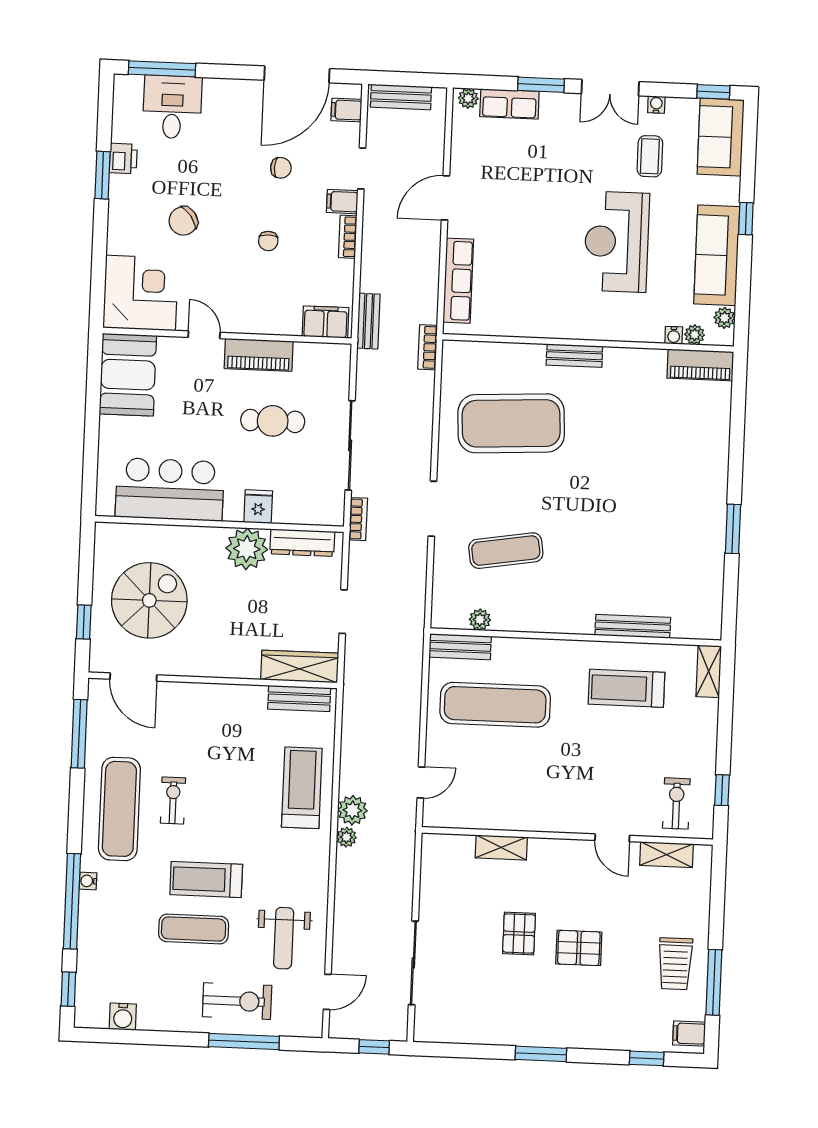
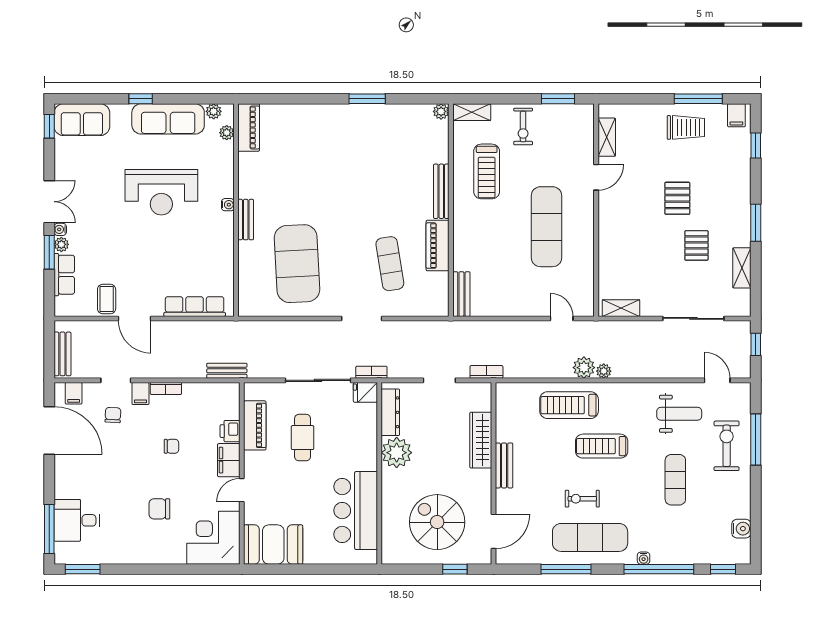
plant: (468, 98) -> (61, 244), moved
water cooler: (656, 105) -> (60, 229), moved
coffee table: (650, 156) -> (107, 299), moved, turned 90
printer: (123, 158) -> (230, 431), moved, turned -90
chair: (281, 168) -> (113, 415), moved
window: (103, 175) -> (83, 569), moved
chair: (183, 221) -> (159, 509), turned 126
filing cabinet: (326, 322) -> (229, 460), moved
water cooler: (674, 335) -> (228, 205), moved
bookcase: (428, 347) -> (486, 372), moved, turned 180
piano: (259, 355) -> (255, 425), moved
fridge: (258, 507) -> (365, 392), moved
piano: (528, 617) -> (438, 246), added
plant: (480, 620) -> (441, 111), moved
bench: (633, 626) -> (441, 191), moved
wardrobe: (300, 666) -> (481, 440), moved
bench: (299, 699) -> (504, 465), moved
exercise mat: (495, 705) -> (546, 227), moved
window: (79, 734) -> (566, 569), moved
window: (722, 790) -> (558, 99), width x1.50
exercise bike: (676, 803) -> (523, 126), moved, turned -90
shelving: (501, 847) -> (621, 308), moved, turned 90
treadmill: (206, 879) -> (602, 446), moved, turned 90
pallet: (519, 933) -> (696, 245), moved, turned 90
shelving: (480, 1032) -> (742, 268), added

